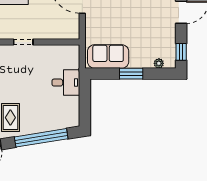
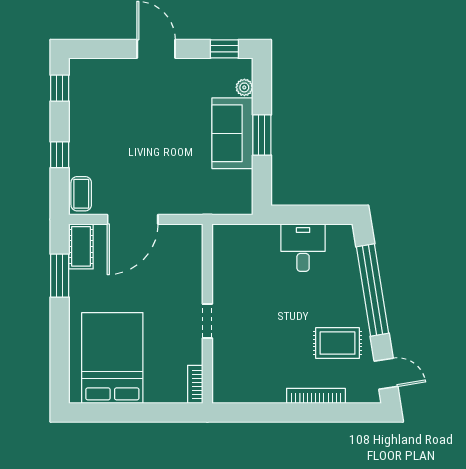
sofa: (108, 56) -> (232, 133), moved
desk: (66, 83) -> (303, 248), moved

